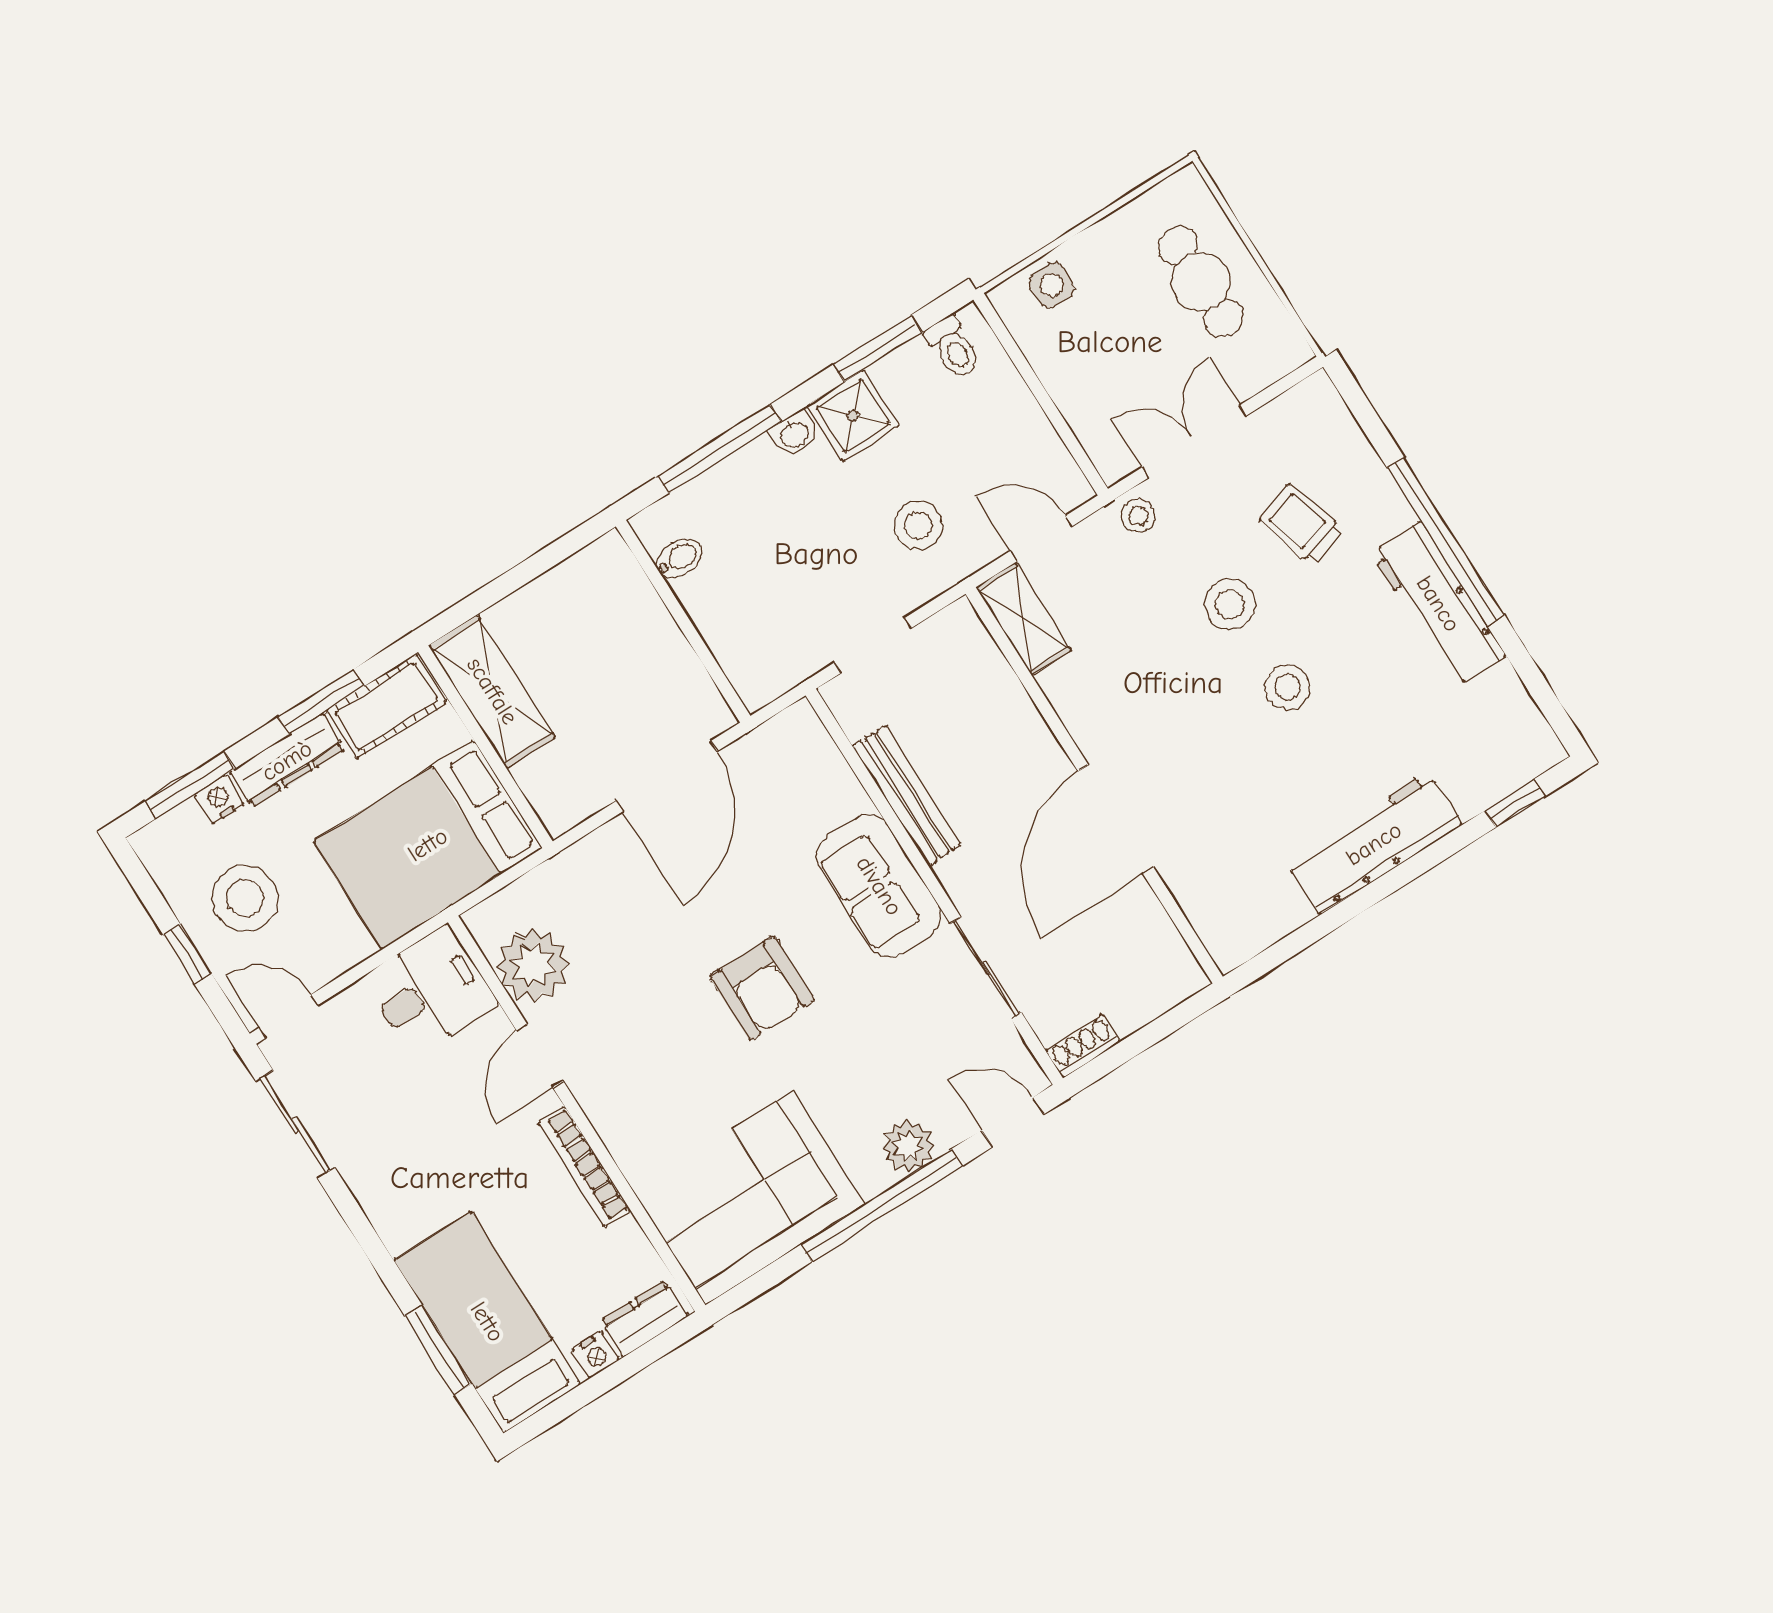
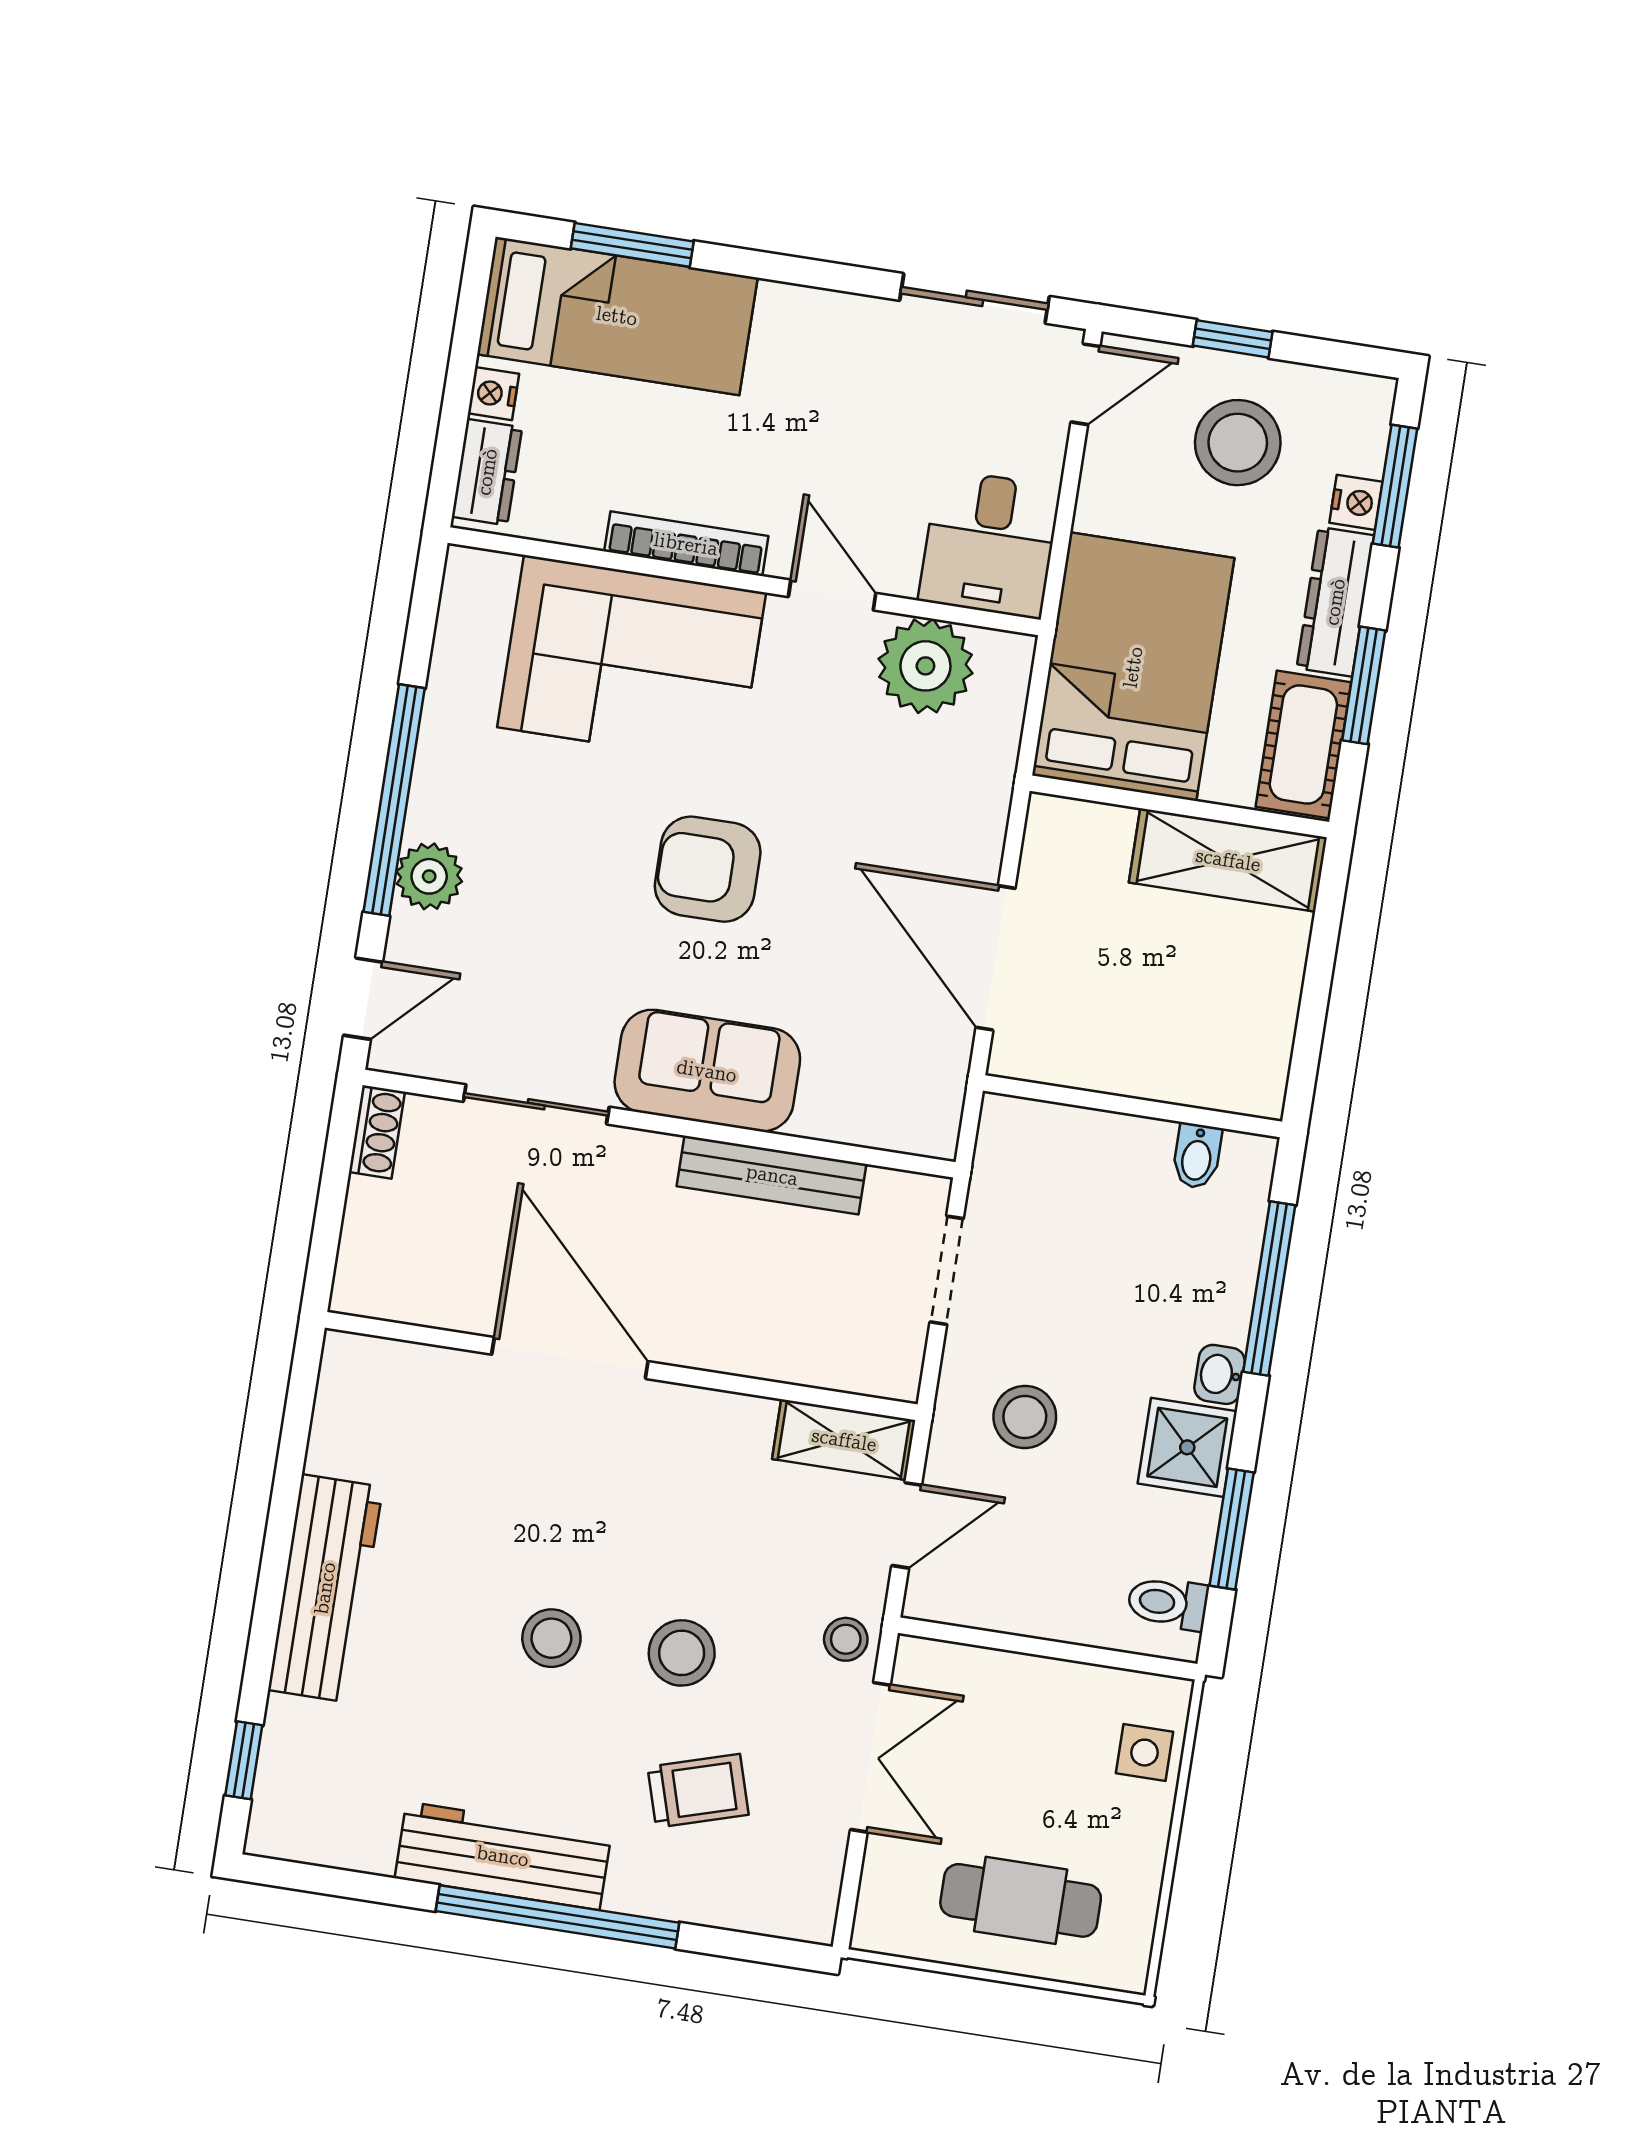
corner sofa: (749, 1198) -> (632, 660), moved, turned 90

